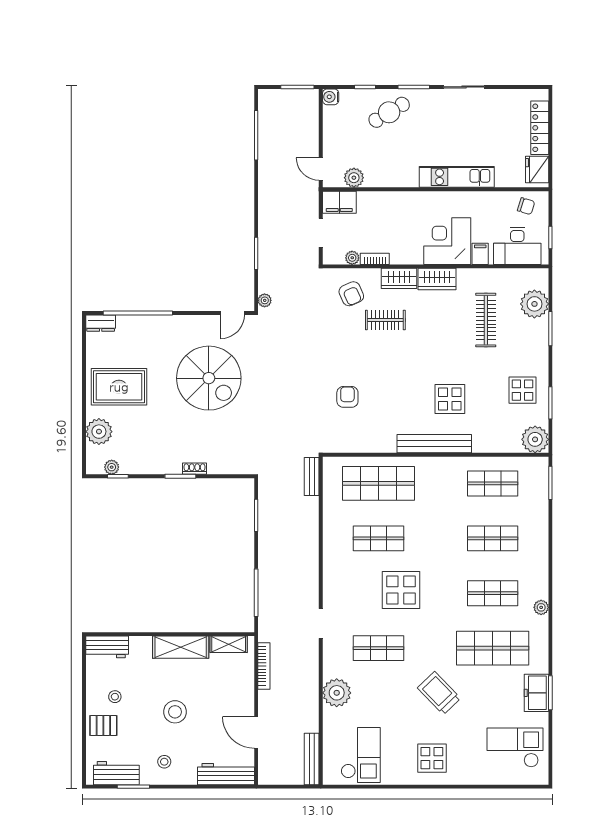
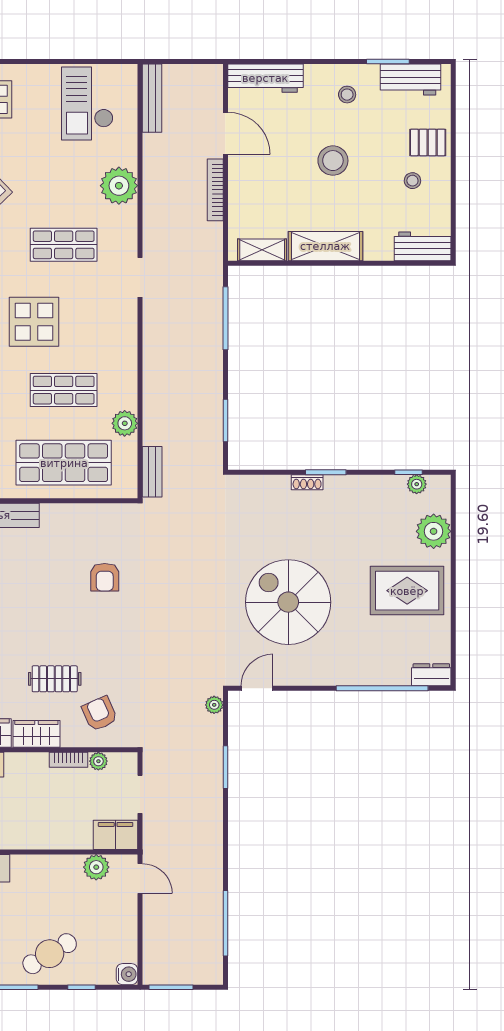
plant: (332, 513) -> (125, 423), added
bookcase: (264, 666) -> (215, 190), moved

